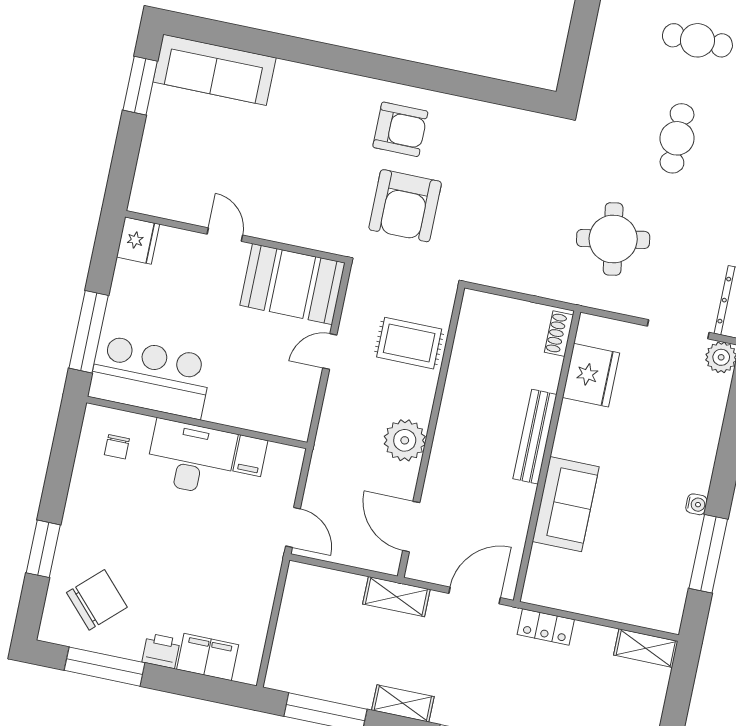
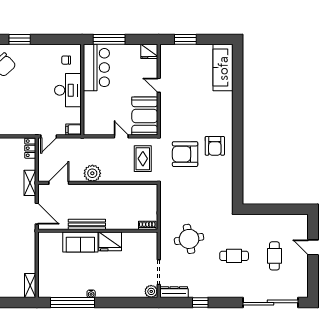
window: (140, 86) -> (185, 39), moved
door: (225, 235) -> (159, 85), swing flipped
rug: (409, 343) -> (143, 159), moved
fridge: (591, 375) -> (110, 241), moved
bench: (535, 437) -> (87, 224), moved
filing cabinet: (250, 456) -> (74, 129), moved
window: (708, 554) -> (73, 303), width x1.46
locker: (546, 627) -> (30, 148), moved

